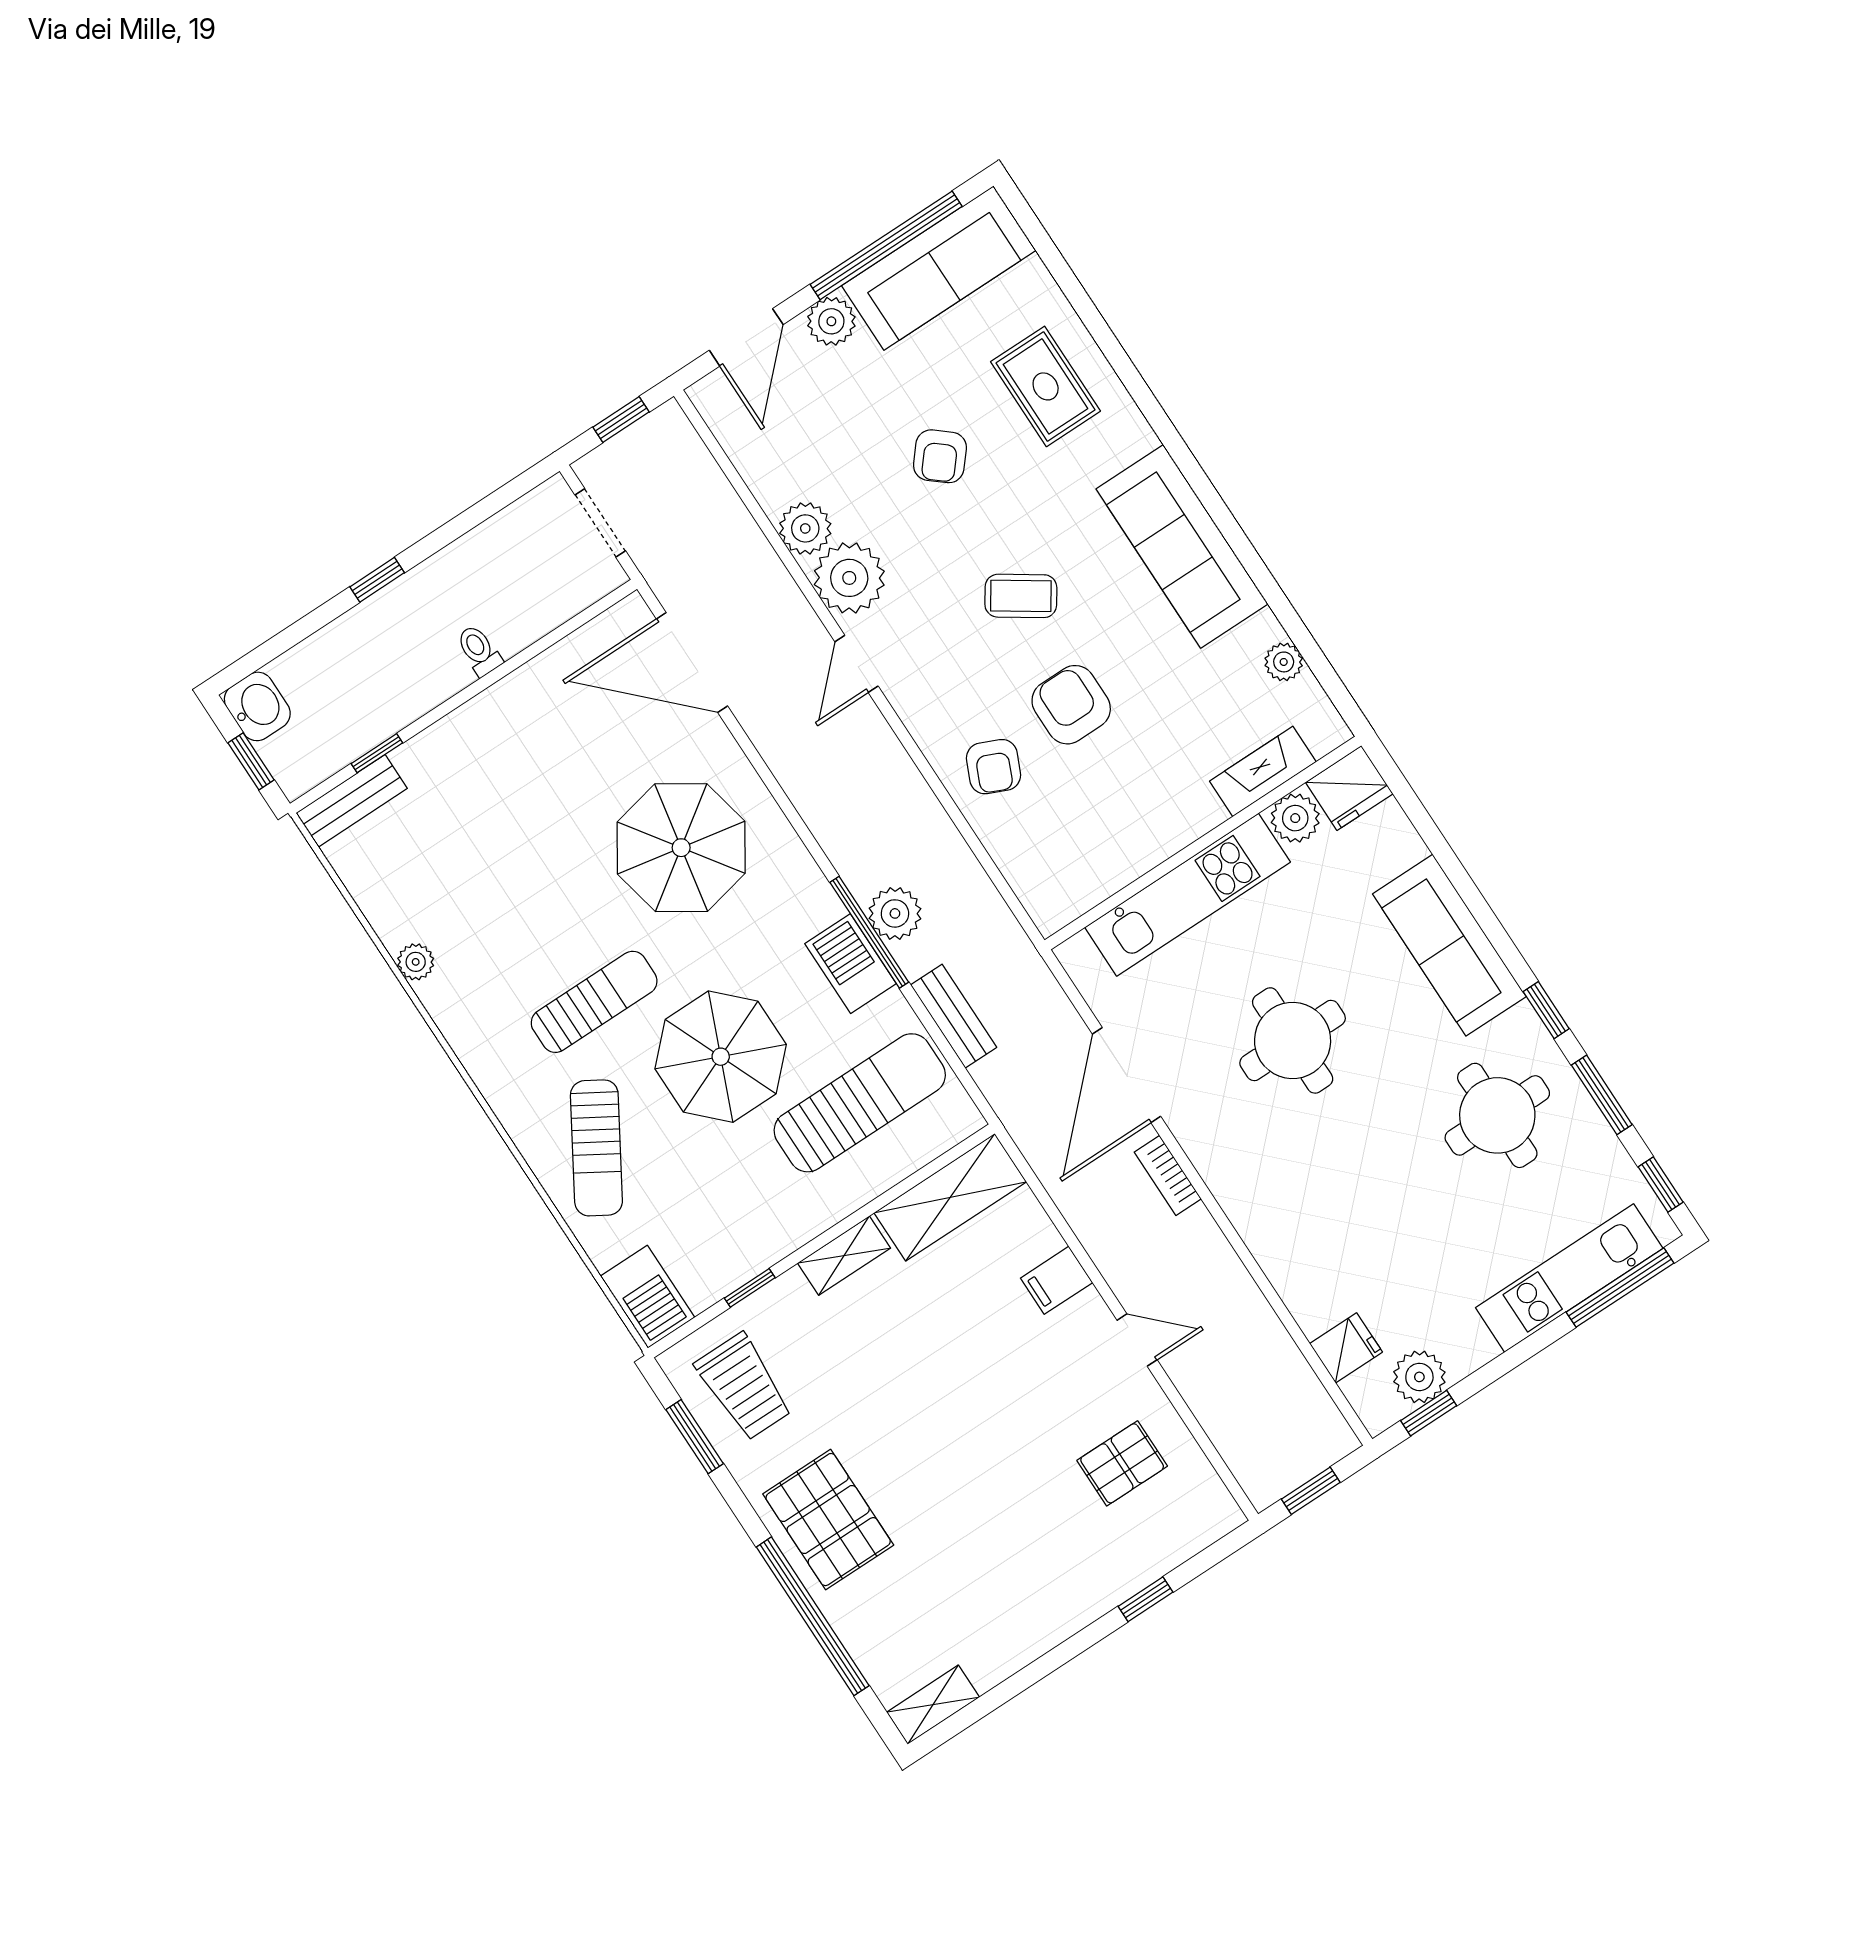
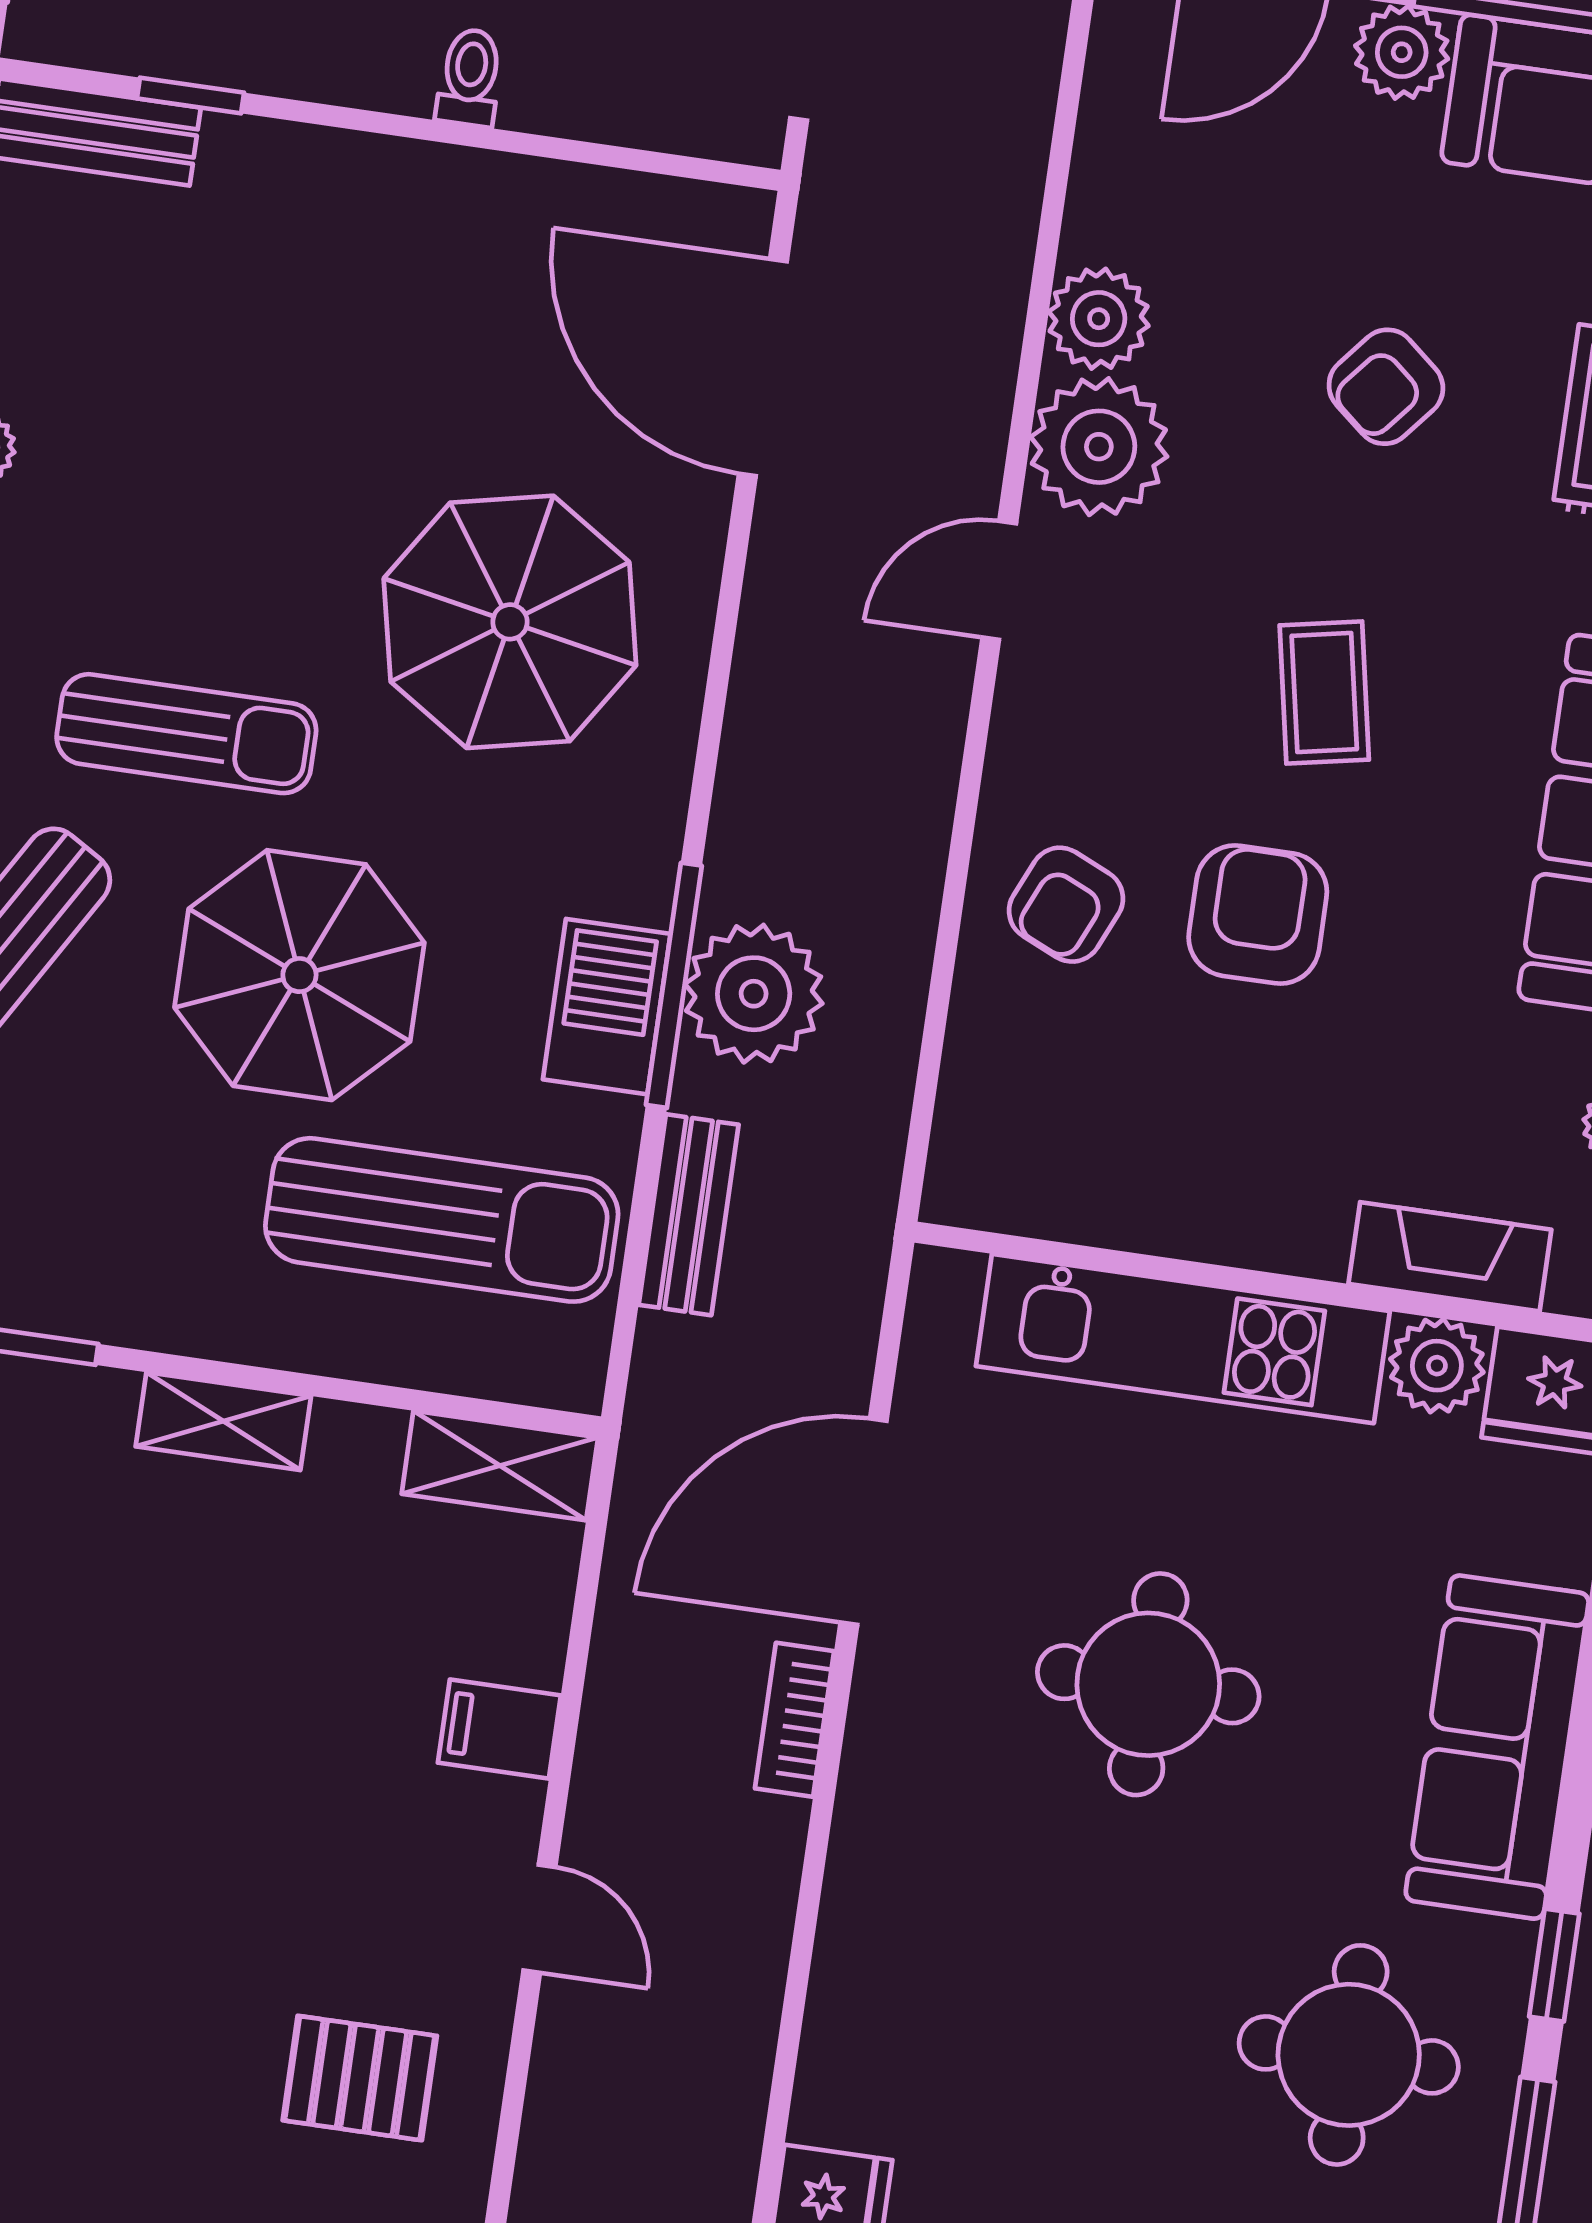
coffee table: (1021, 596) -> (1324, 693), turned 45
plant: (895, 913) -> (754, 994), width x1.36, depth x1.36
shelving: (950, 1197) -> (500, 1466), width x0.67, depth x0.75

